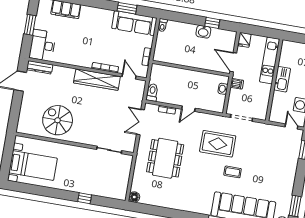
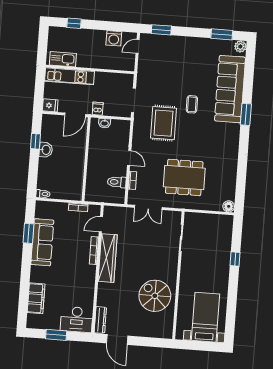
sofa: (134, 23) -> (42, 242), moved
kitchen sink: (282, 79) -> (63, 59), moved
toilet: (152, 92) -> (117, 182), moved
spiral stairs: (58, 120) -> (155, 296), turned 90

